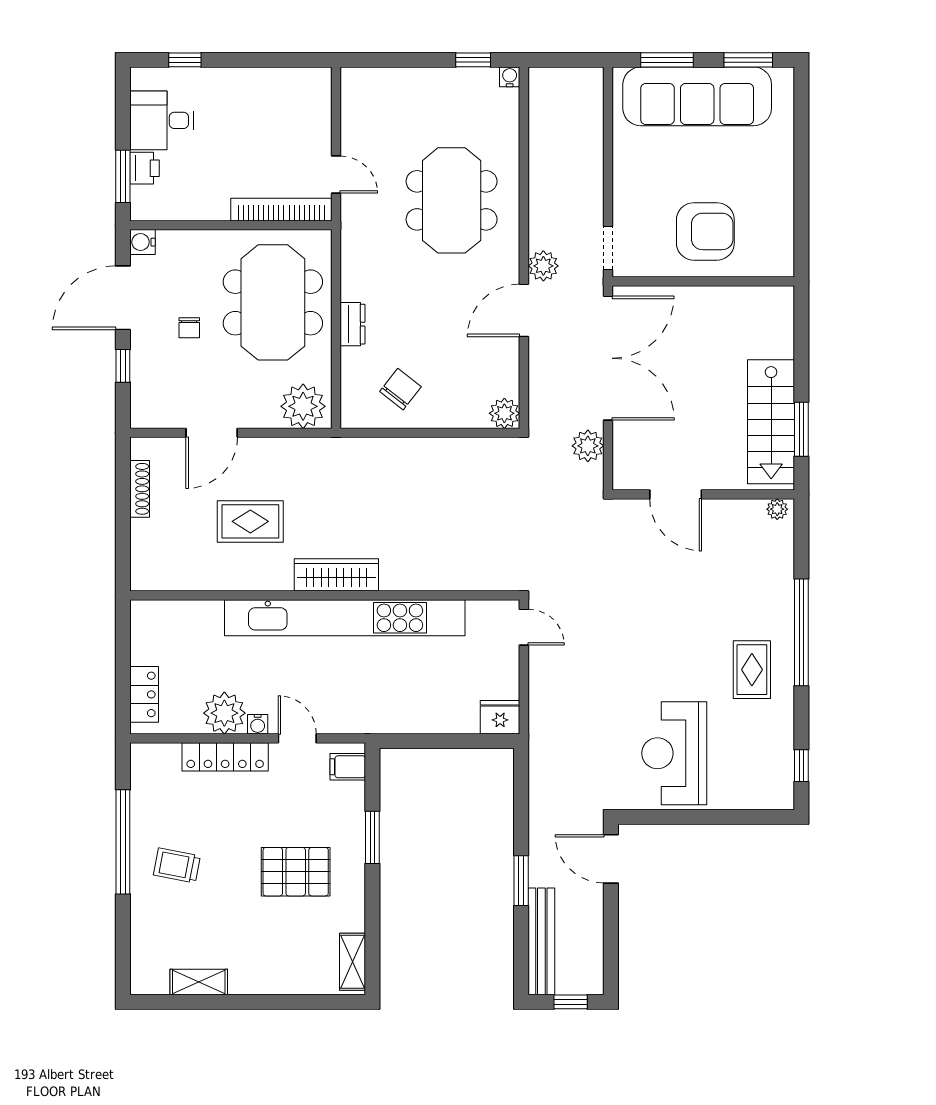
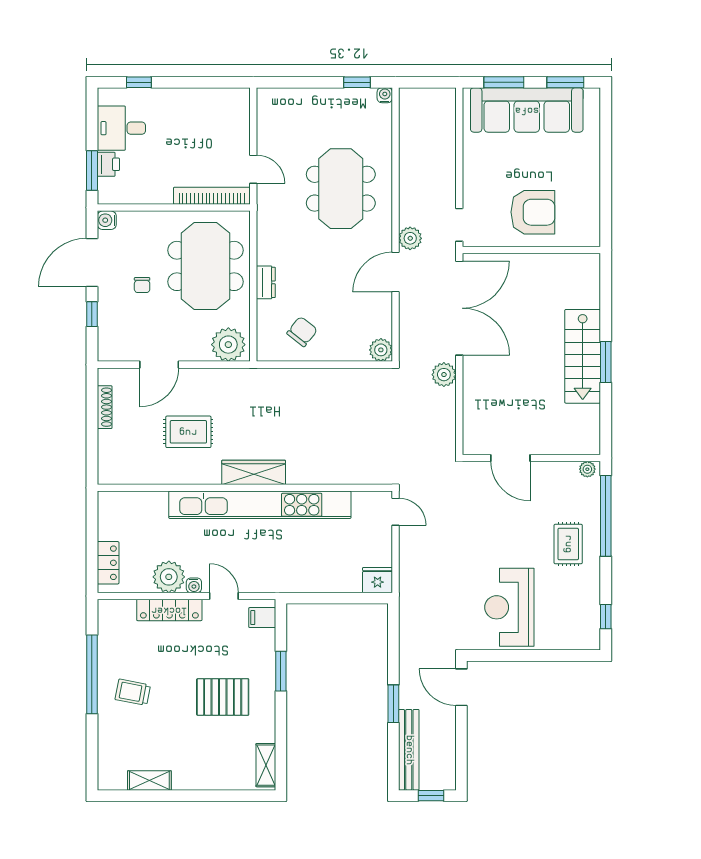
door: (676, 494) -> (510, 458), moved
wall: (703, 494) -> (531, 458), moved
plant: (777, 509) -> (587, 469), moved

